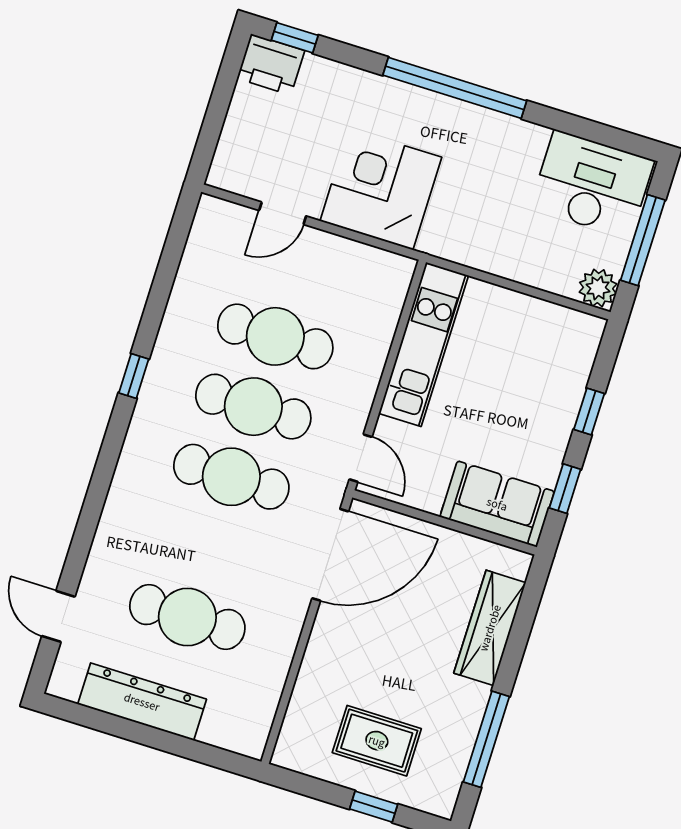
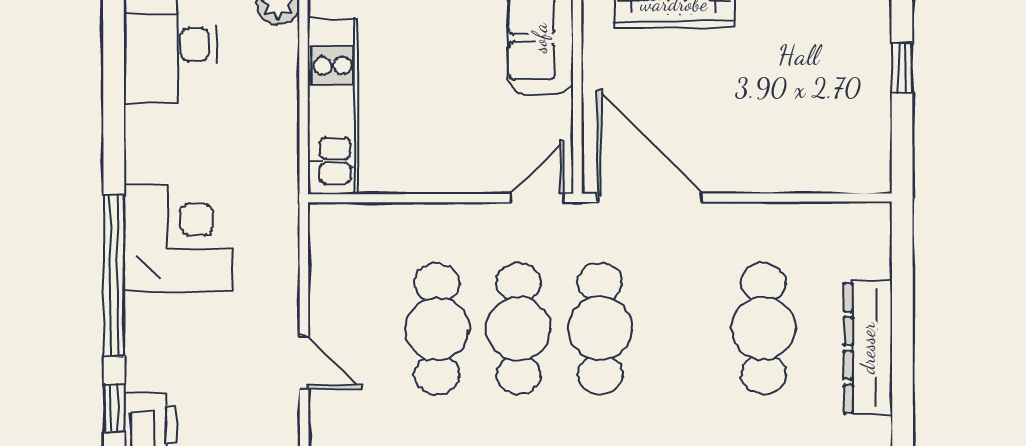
window: (455, 88) -> (114, 276), moved
corner desk: (381, 189) -> (178, 238), moved, turned 180
kitchen unit: (423, 344) -> (332, 106), moved, turned 90
rug: (377, 741) -> (831, 86), removed

